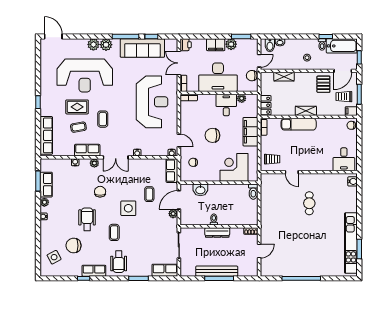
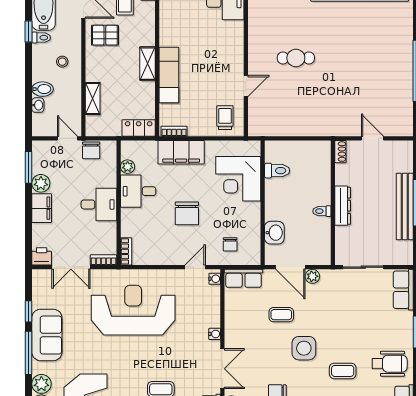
bidet: (270, 45) -> (43, 89), moved
sofa: (142, 48) -> (47, 335), width x0.73
desk: (218, 77) -> (99, 204), width x0.53, depth x0.77
toilet: (253, 192) -> (277, 171), moved

